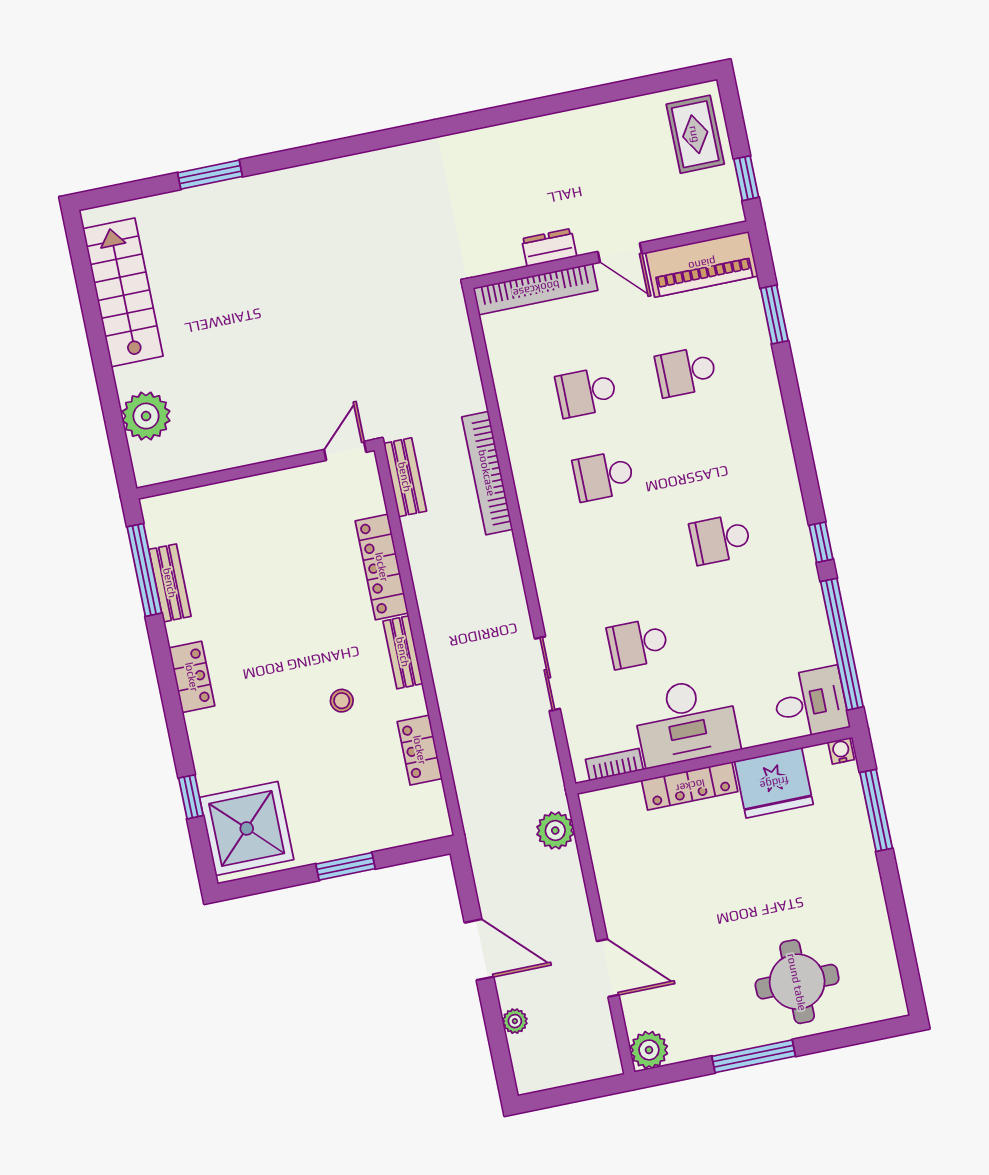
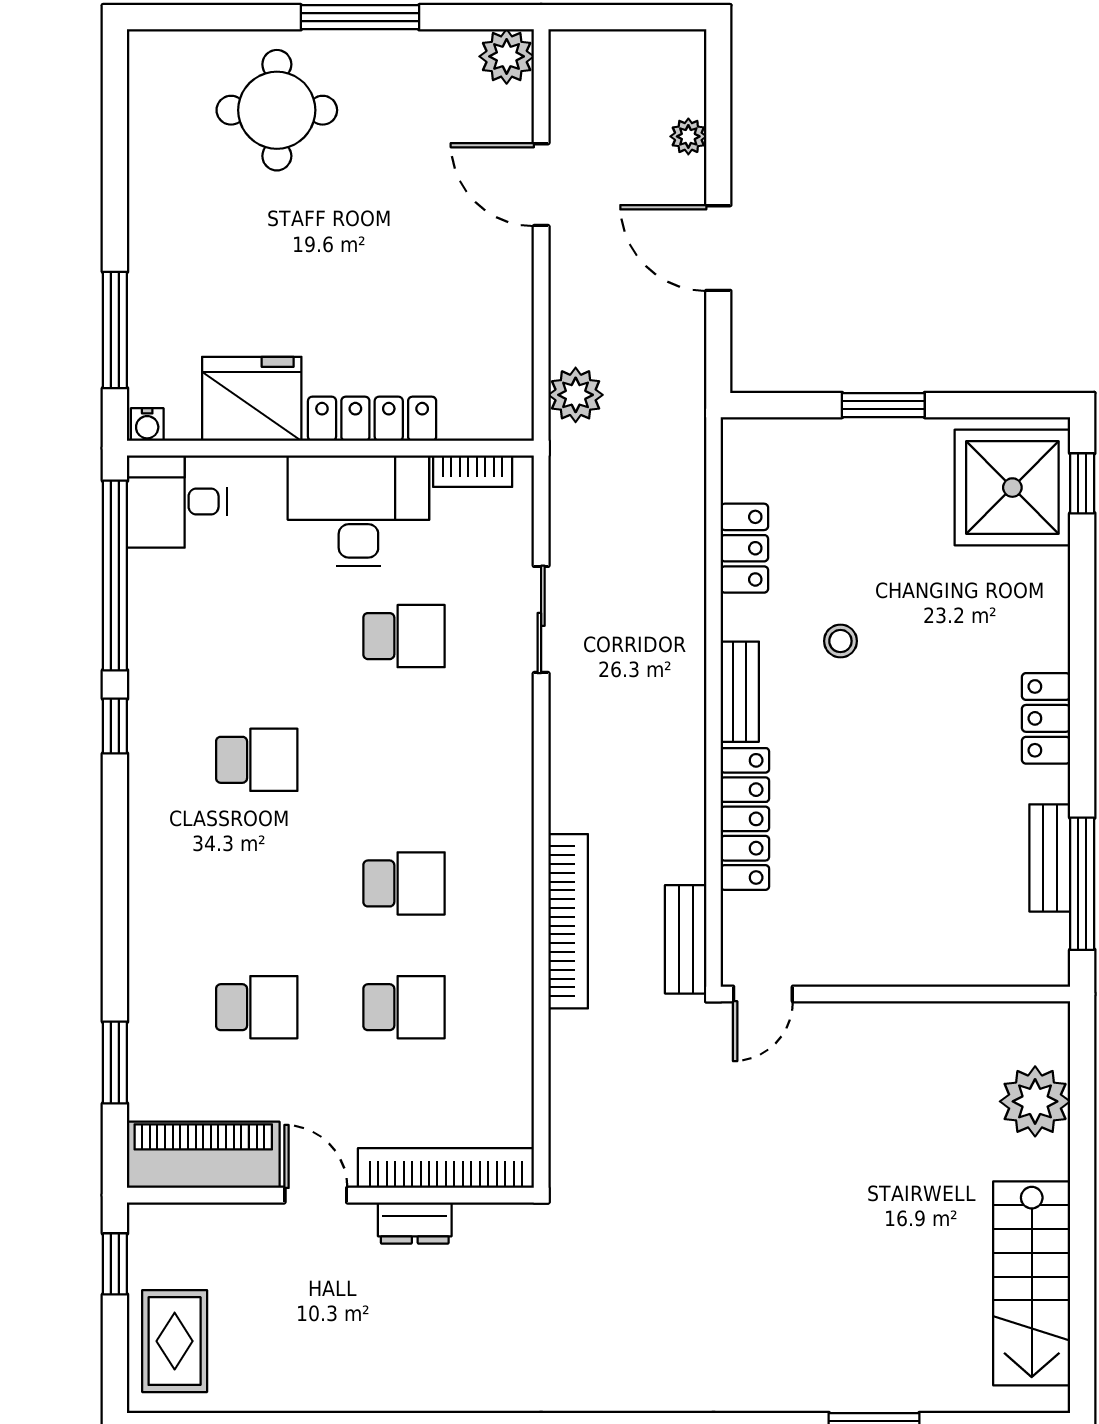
window: (191, 797) -> (1082, 483), moved

